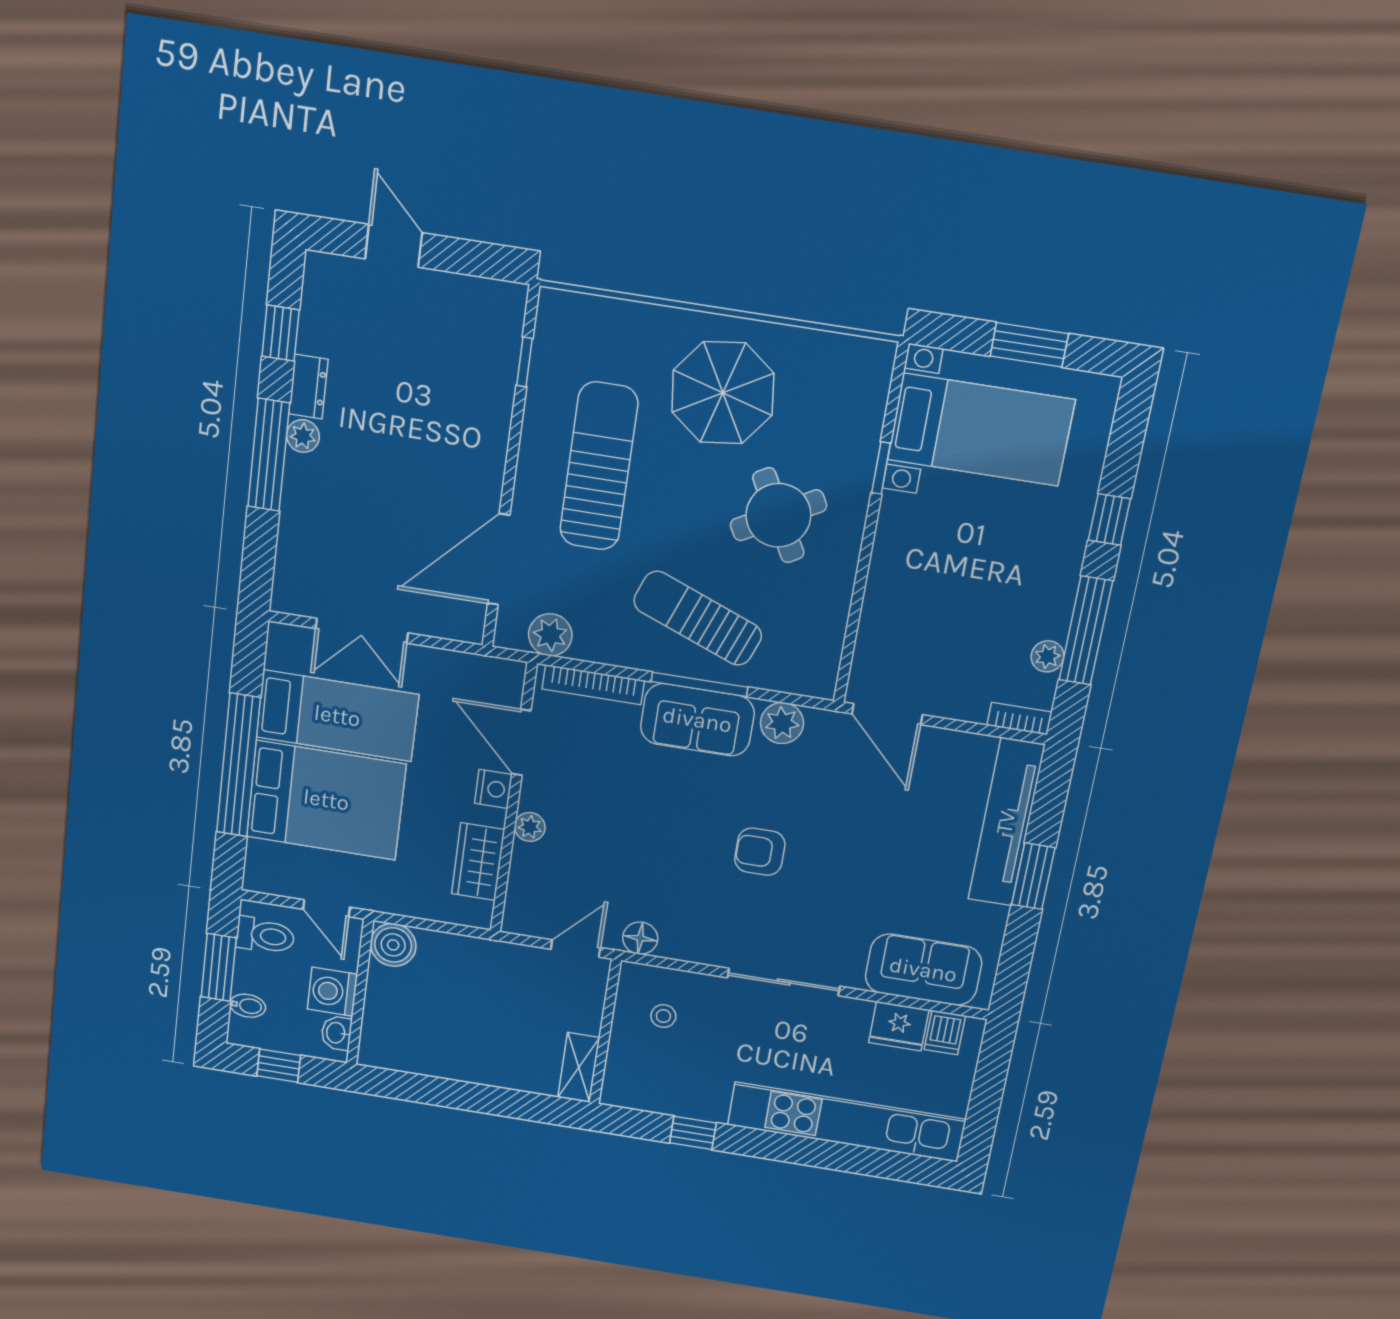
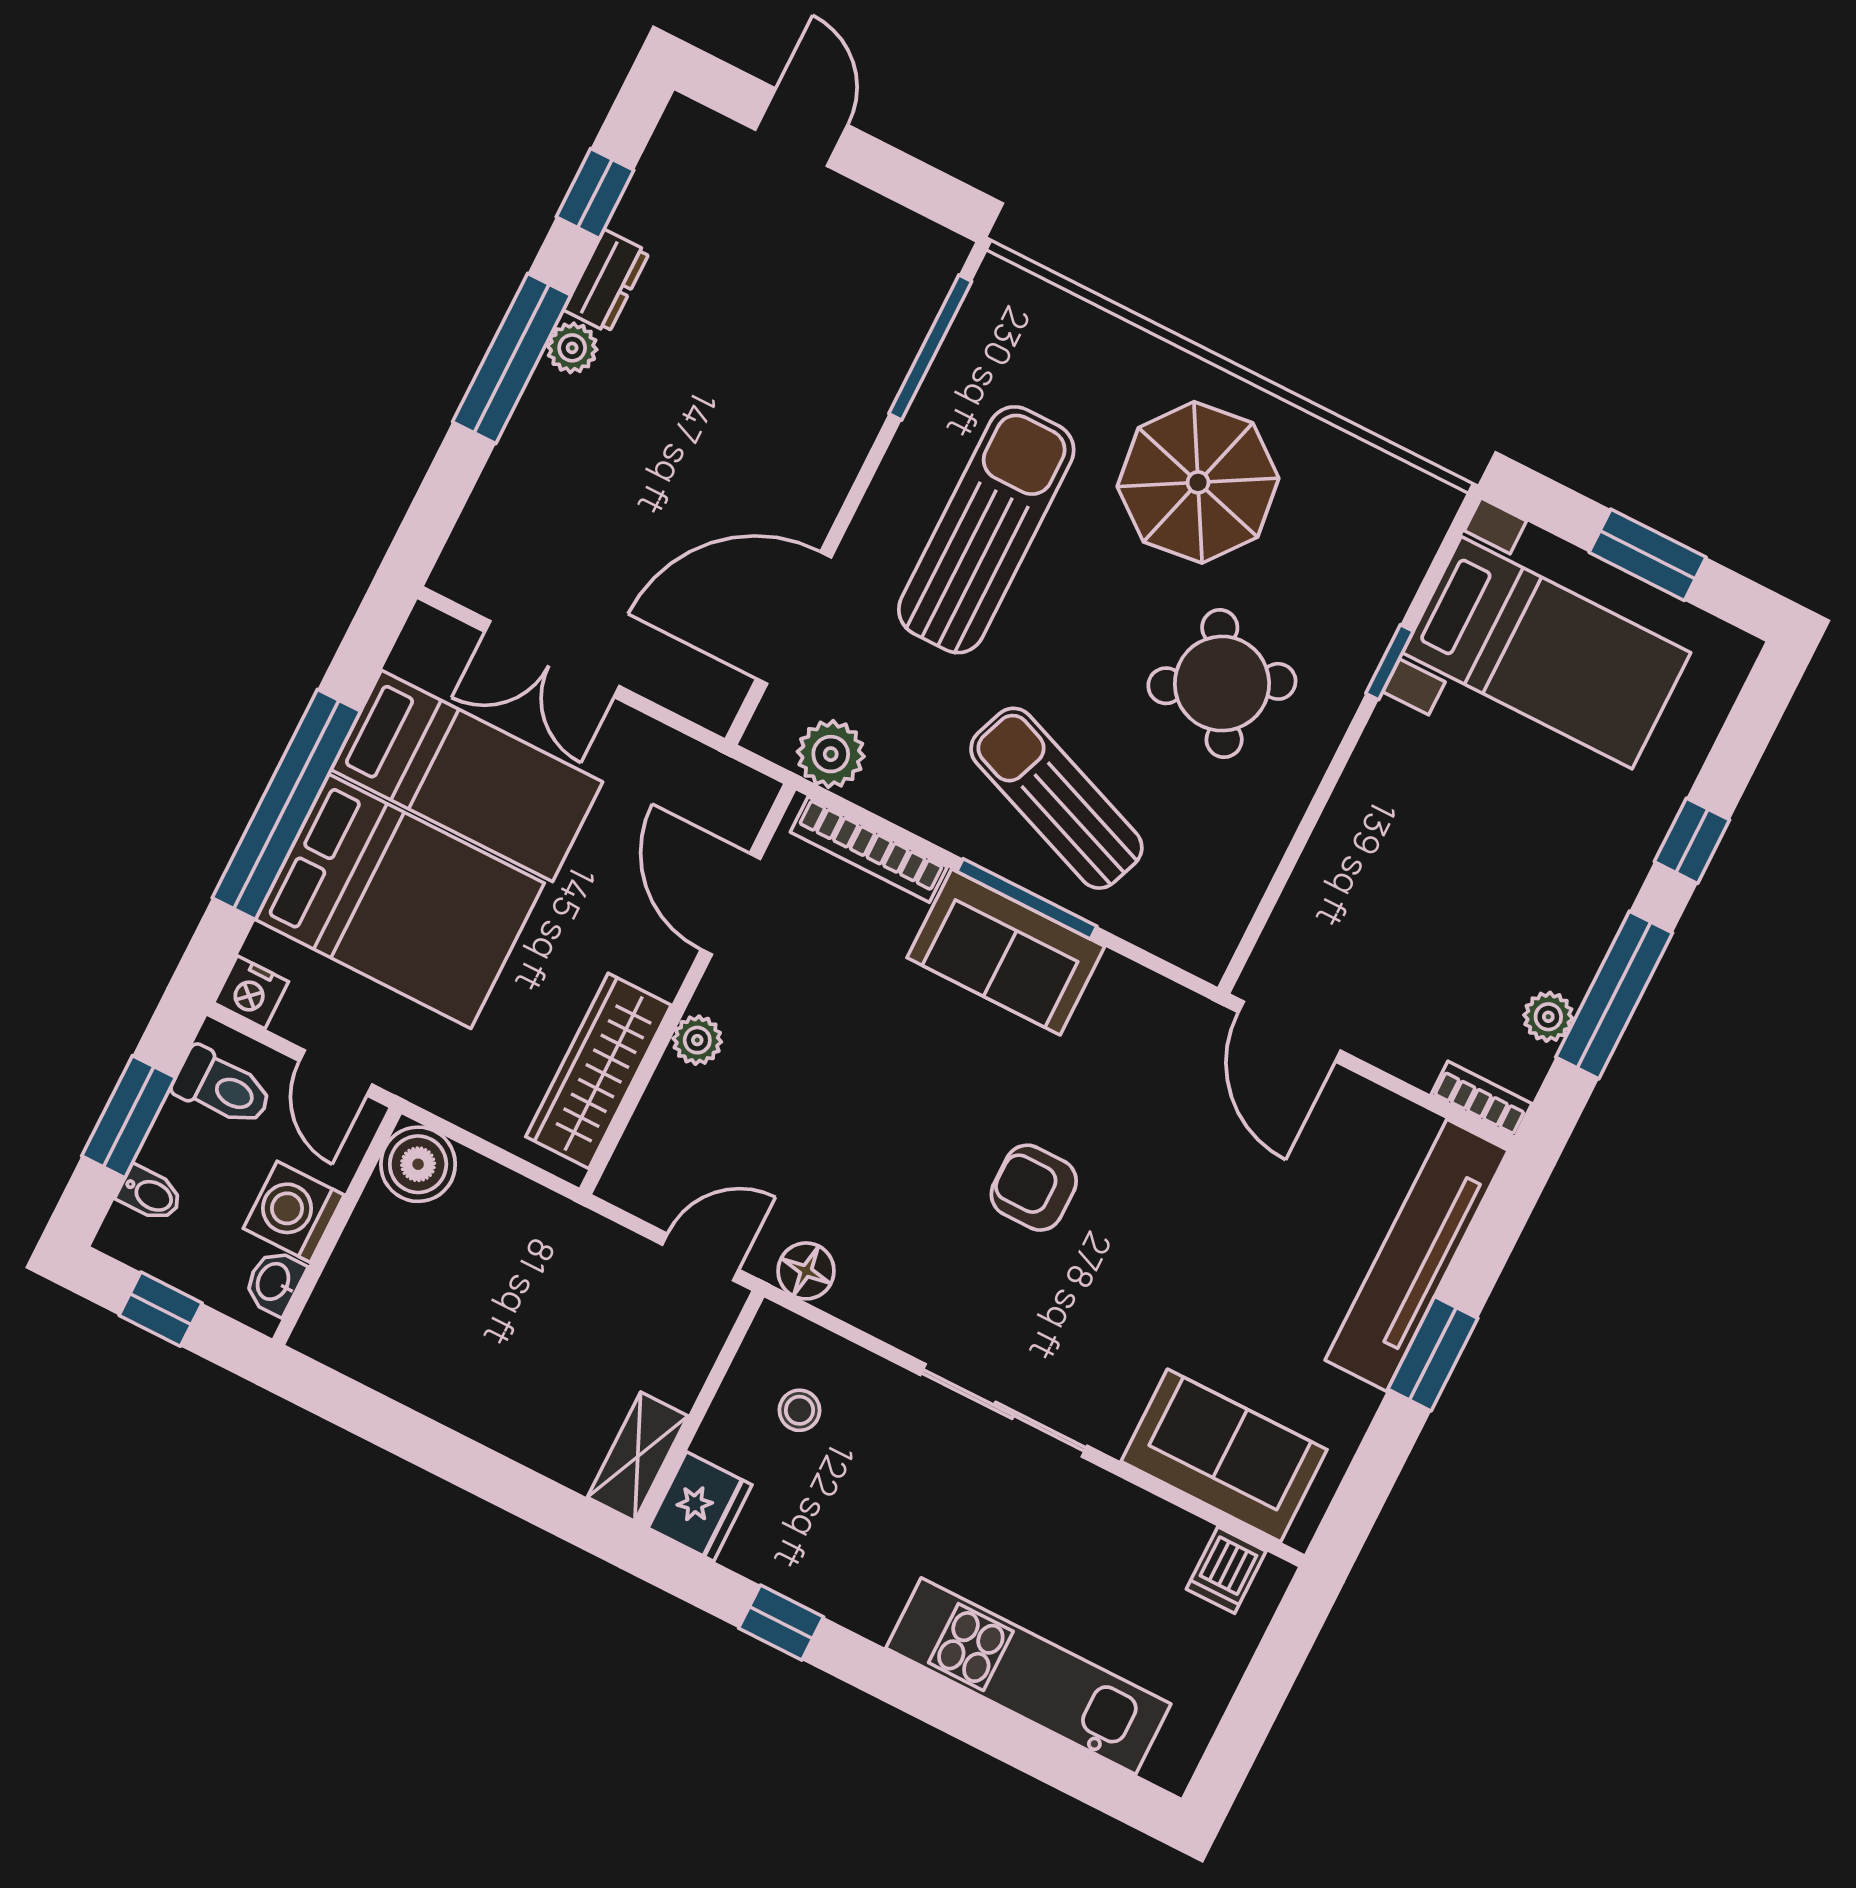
window: (524, 362) -> (930, 347), width x2.17
plant: (782, 723) -> (1130, 996), removed
nightstand: (493, 789) -> (251, 992), moved, turned 90
wardrobe: (478, 862) -> (599, 1071), width x1.50
fridge: (899, 1026) -> (700, 1506), moved, turned -90
kitchen unit: (846, 1122) -> (1028, 1676), width x0.73

